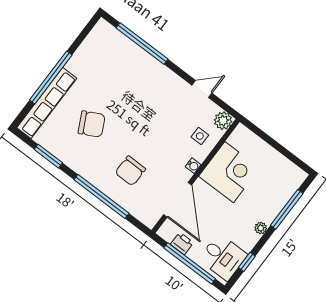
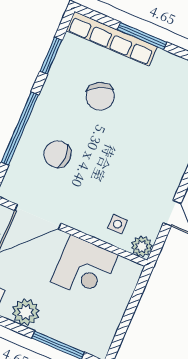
window: (51, 77) -> (142, 36), width x0.68
water cooler: (193, 166) -> (81, 225), removed
plant: (261, 228) -> (26, 312), width x1.87, depth x1.87

